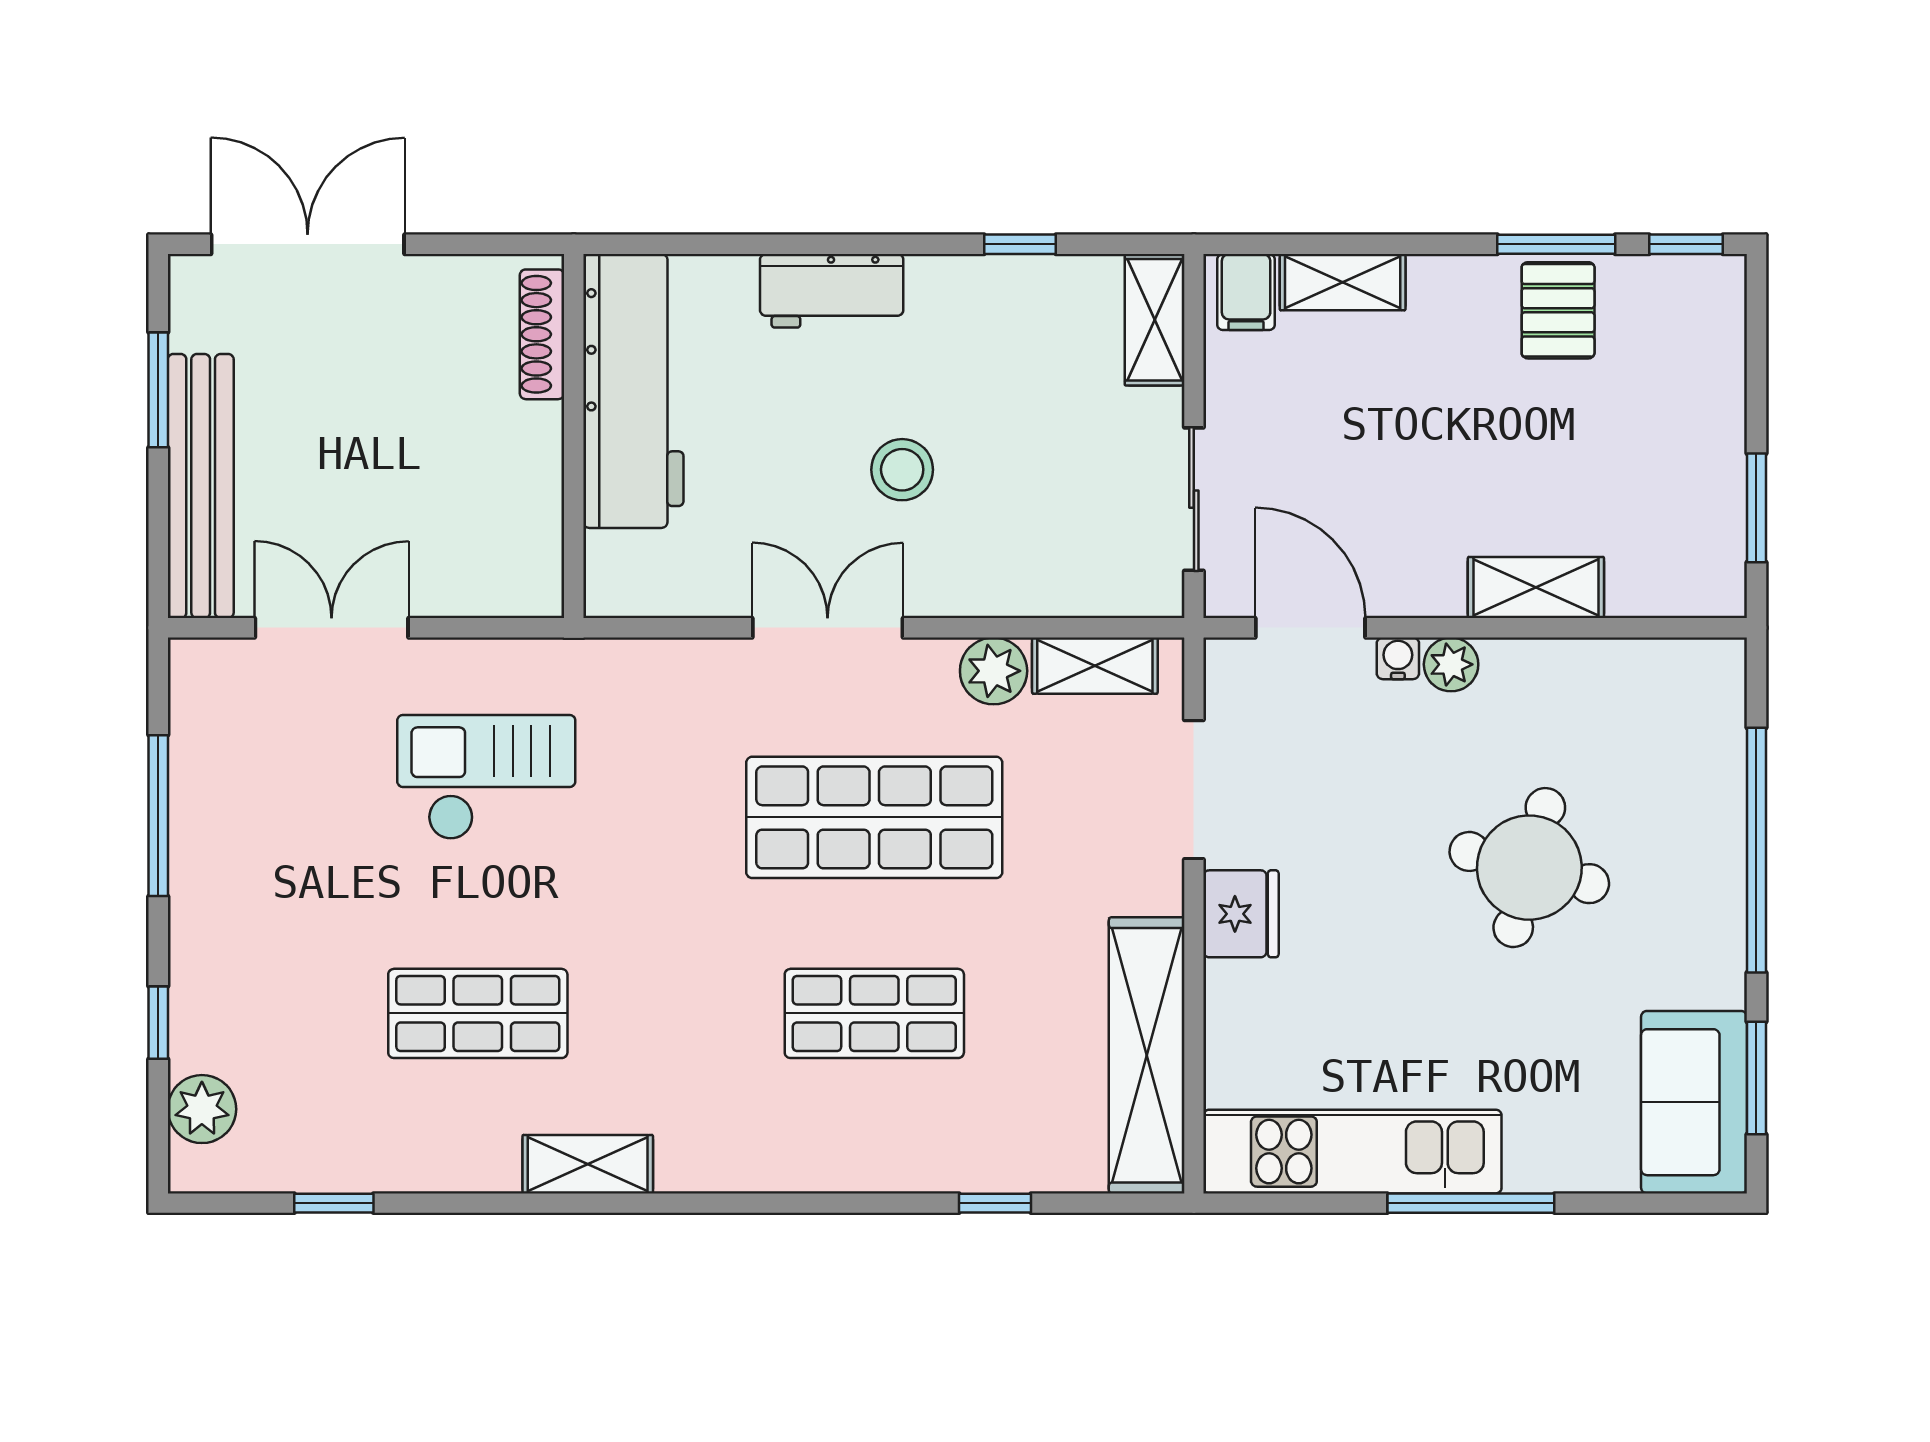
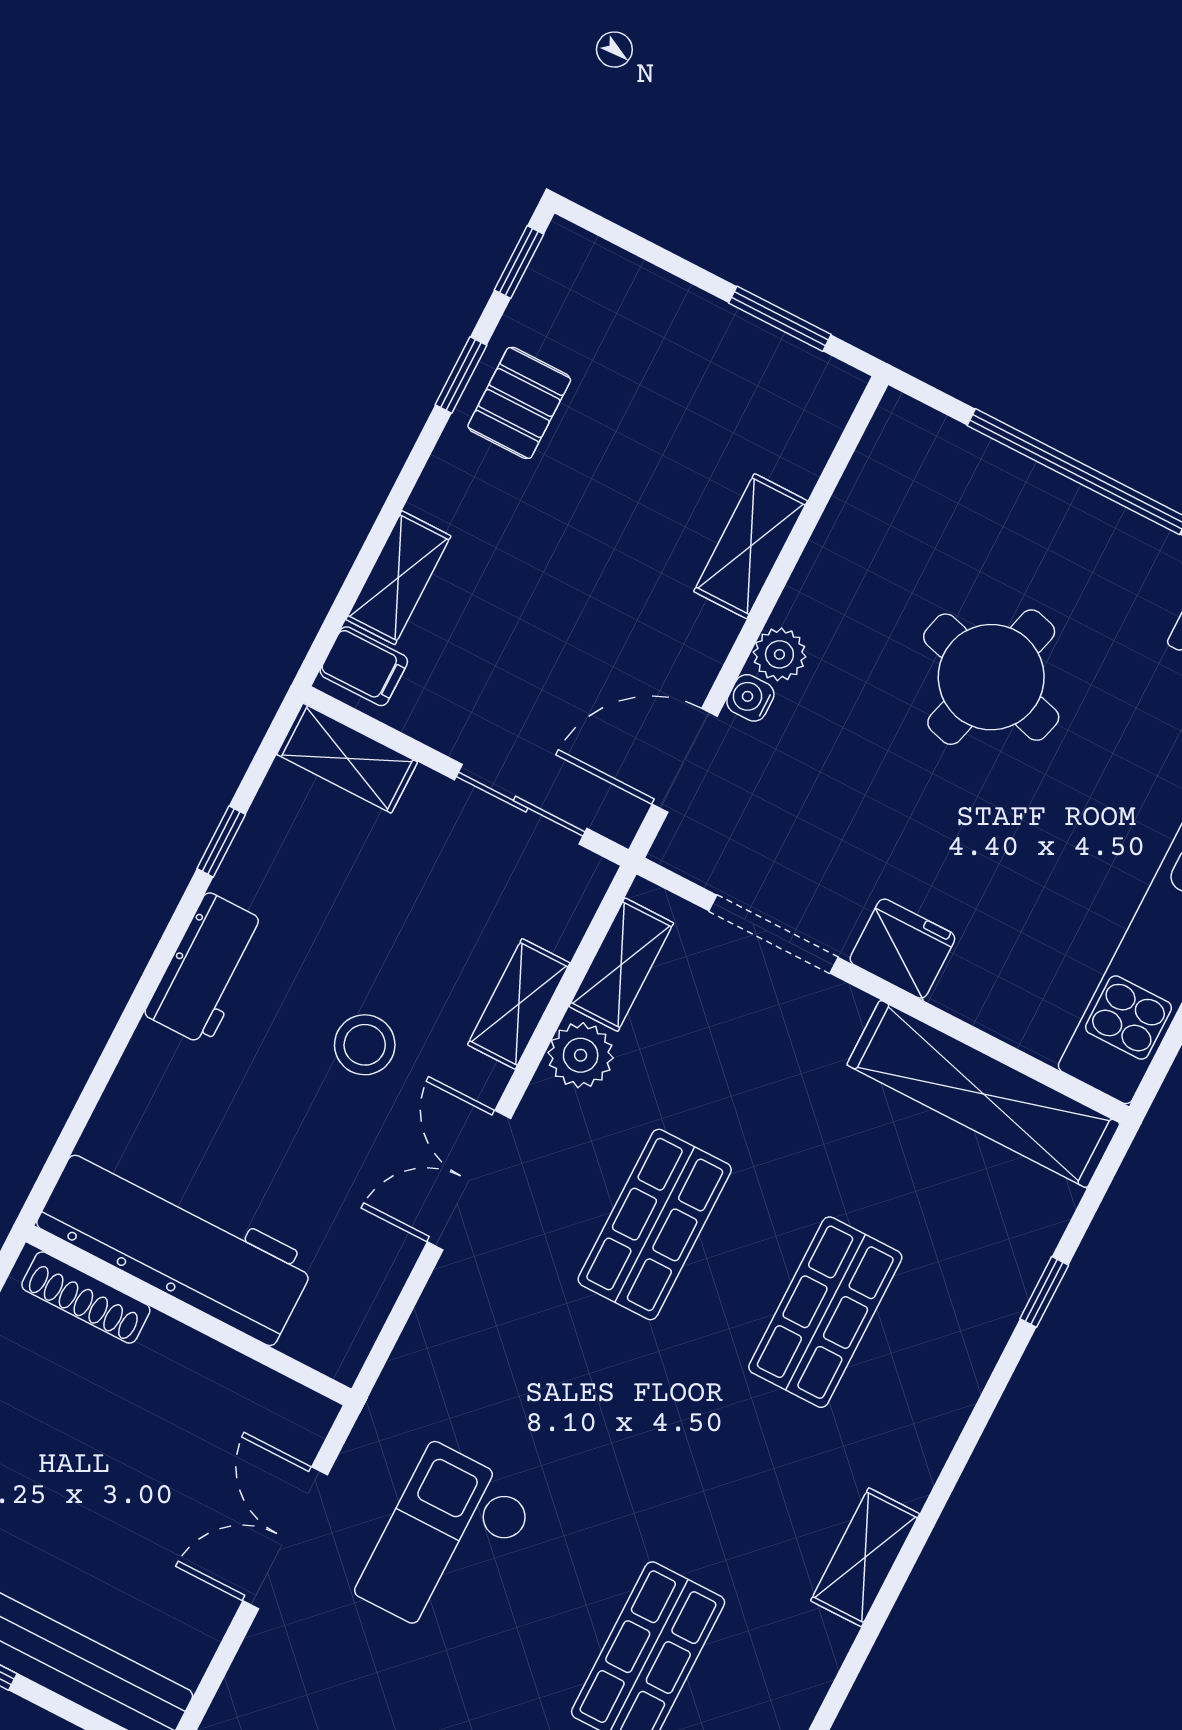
window: (1556, 244) -> (461, 375), width x0.67
workbench: (832, 291) -> (207, 969), moved
pallet: (1558, 310) -> (519, 403), turned 90
shelving: (1011, 591) -> (519, 1004), added
double door: (332, 628) -> (285, 1538), moved
shop shelf: (874, 817) -> (655, 1224), width x0.70, depth x0.74
shelving: (588, 1164) -> (865, 1557), moved

